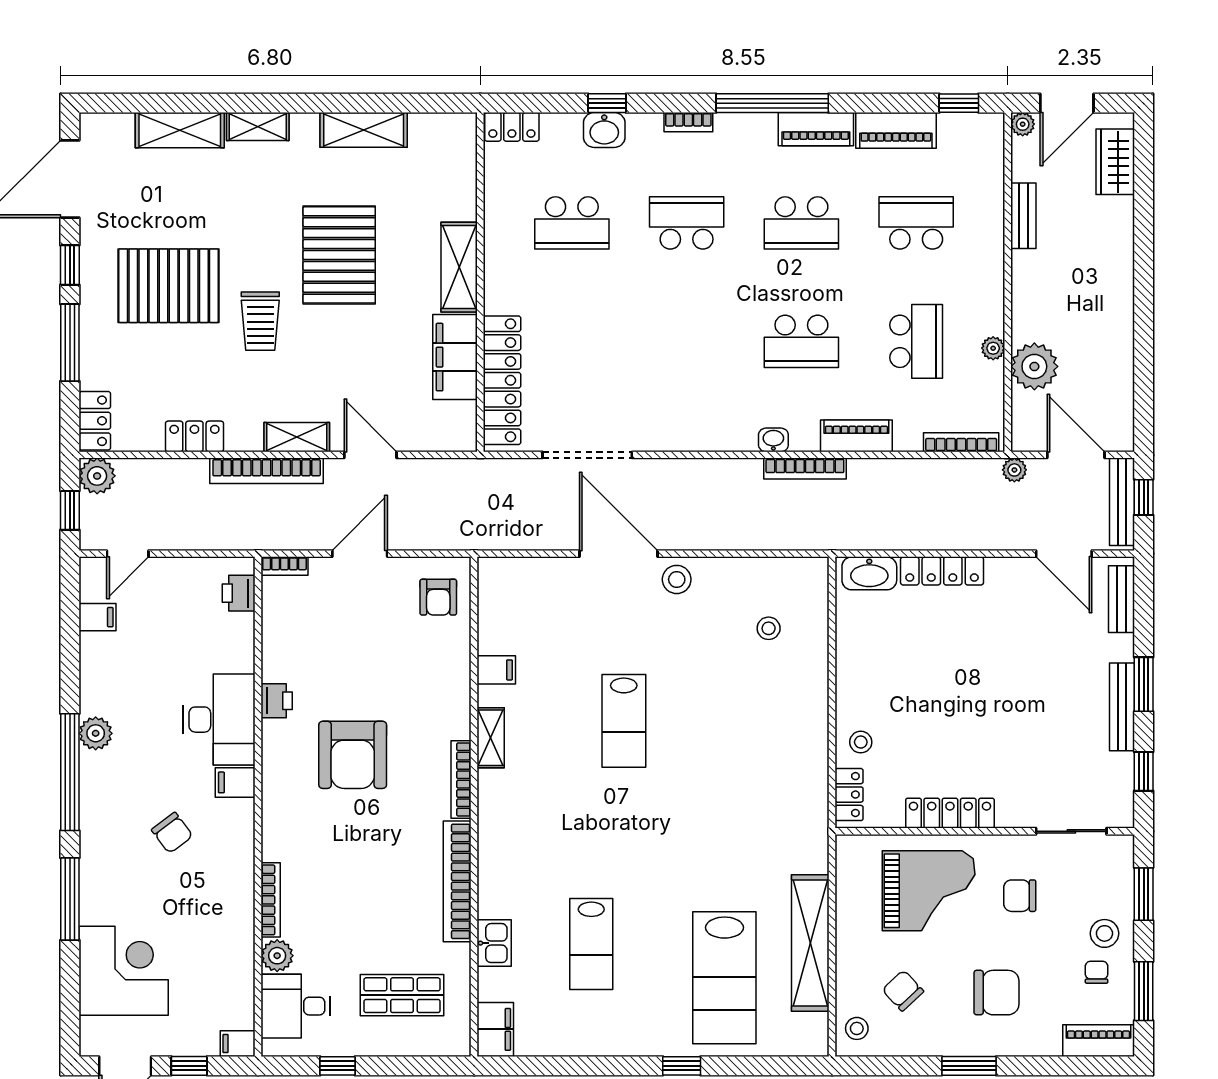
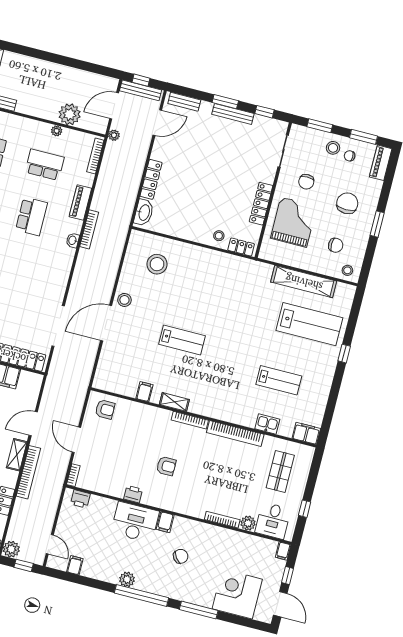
stool: (769, 628) -> (157, 264), width x1.89, depth x1.89
armchair: (353, 755) -> (166, 466), width x0.53, depth x0.53
chair: (903, 991) -> (336, 245), turned -137

